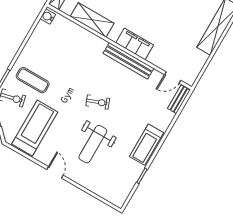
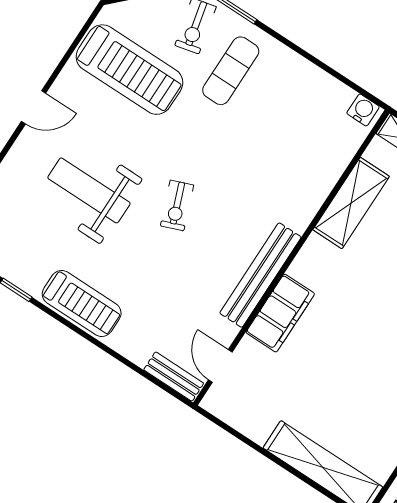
filing cabinet: (135, 44) -> (280, 313), moved
treadmill: (147, 145) -> (82, 304), turned 180

